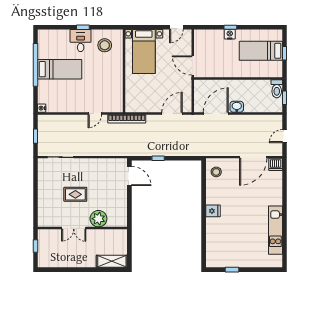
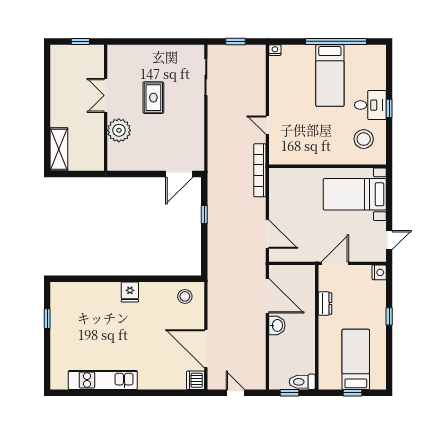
door: (176, 27) -> (389, 240), swing flipped
nightstand: (230, 34) -> (379, 272), moved
dresser: (221, 73) -> (325, 304), added

